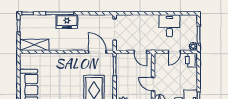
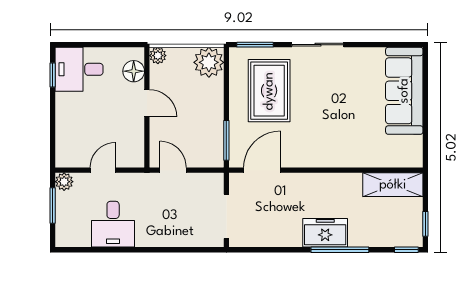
door: (97, 52) -> (262, 170), swing flipped
printer: (191, 60) -> (67, 153), removed

